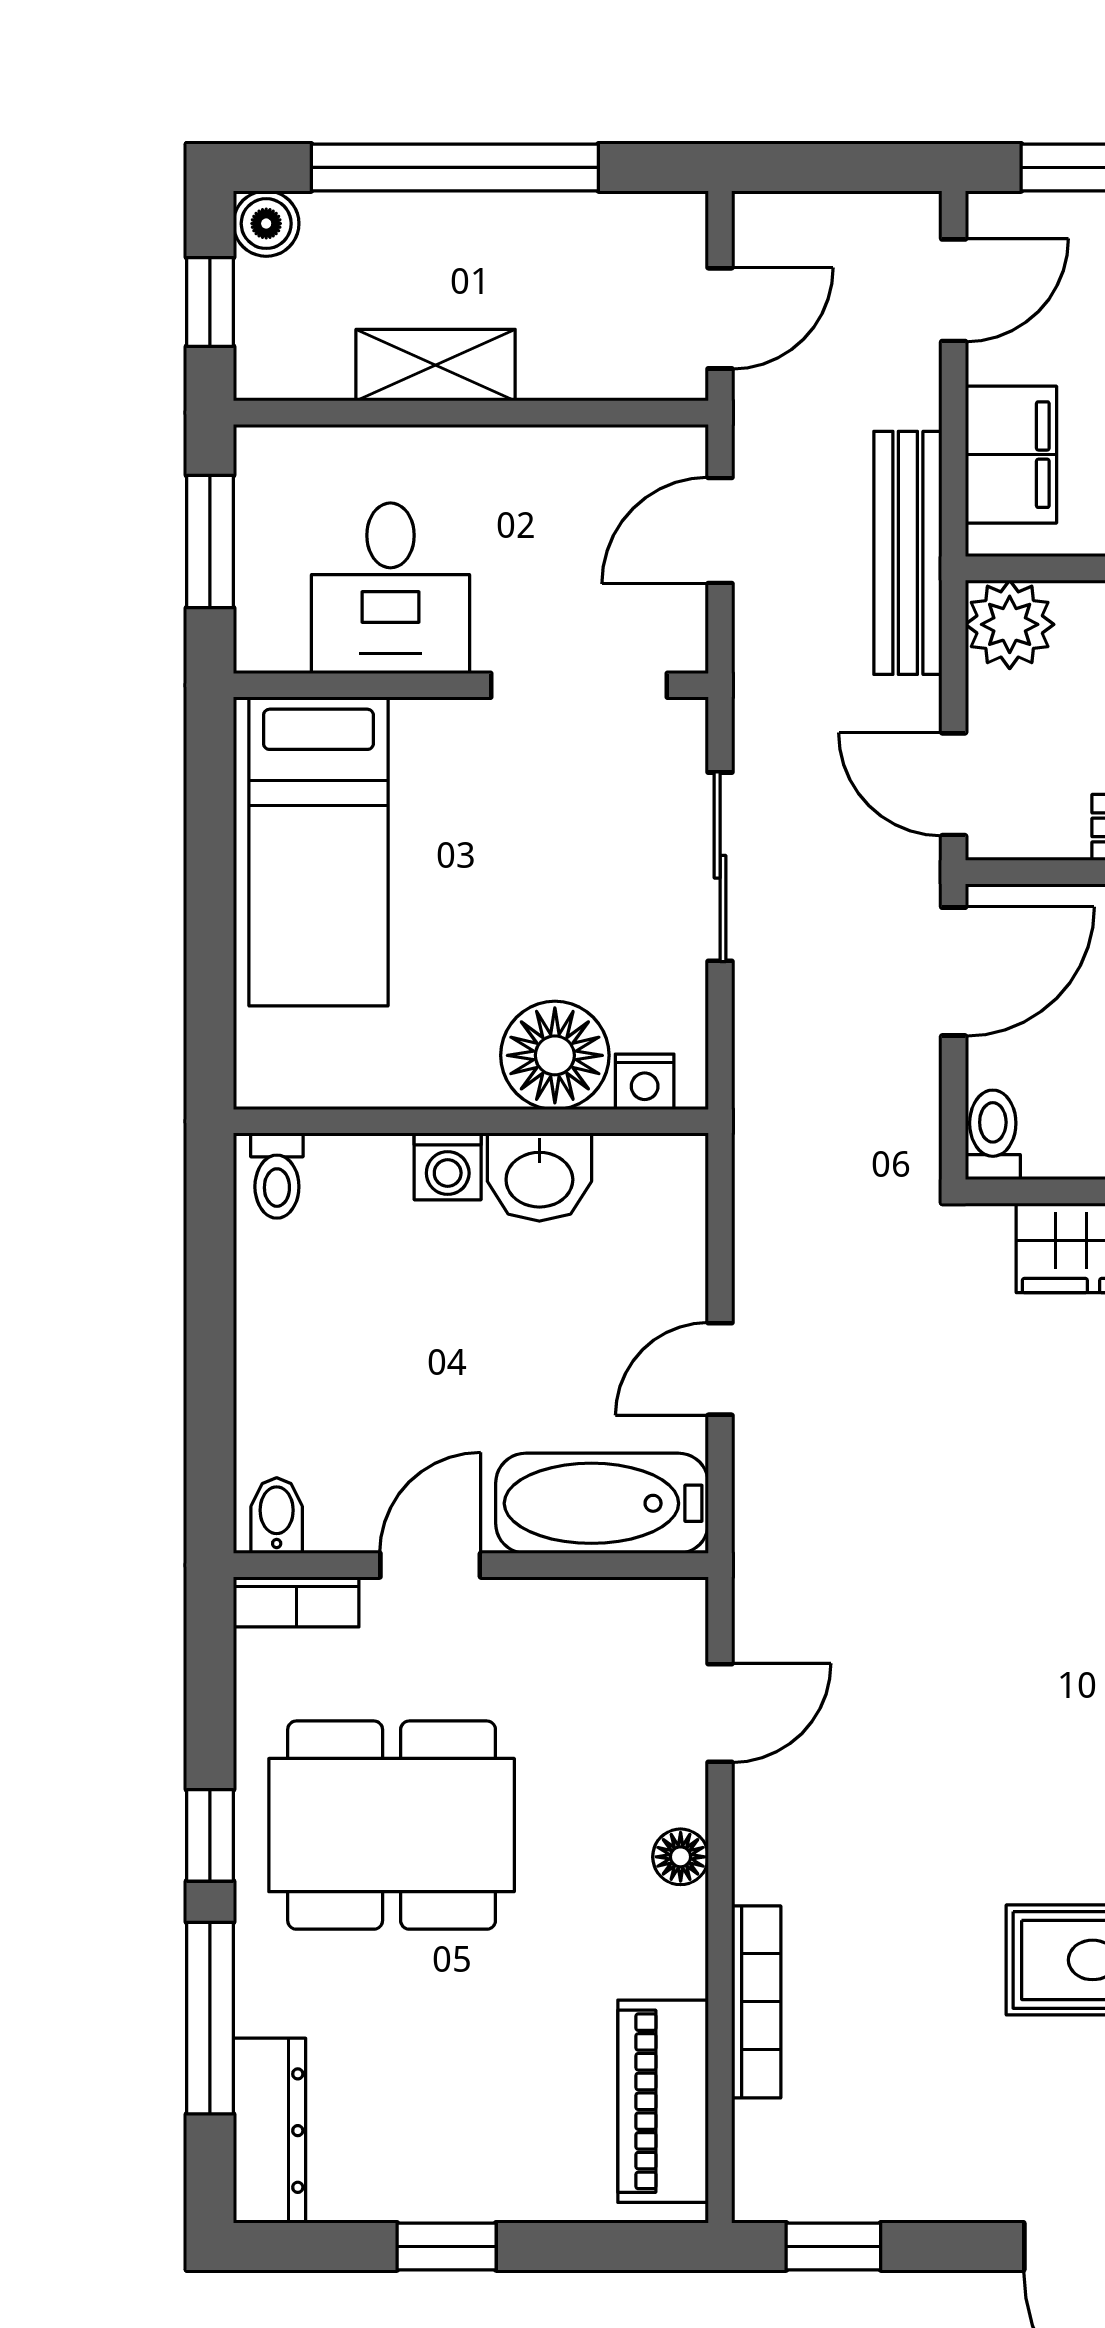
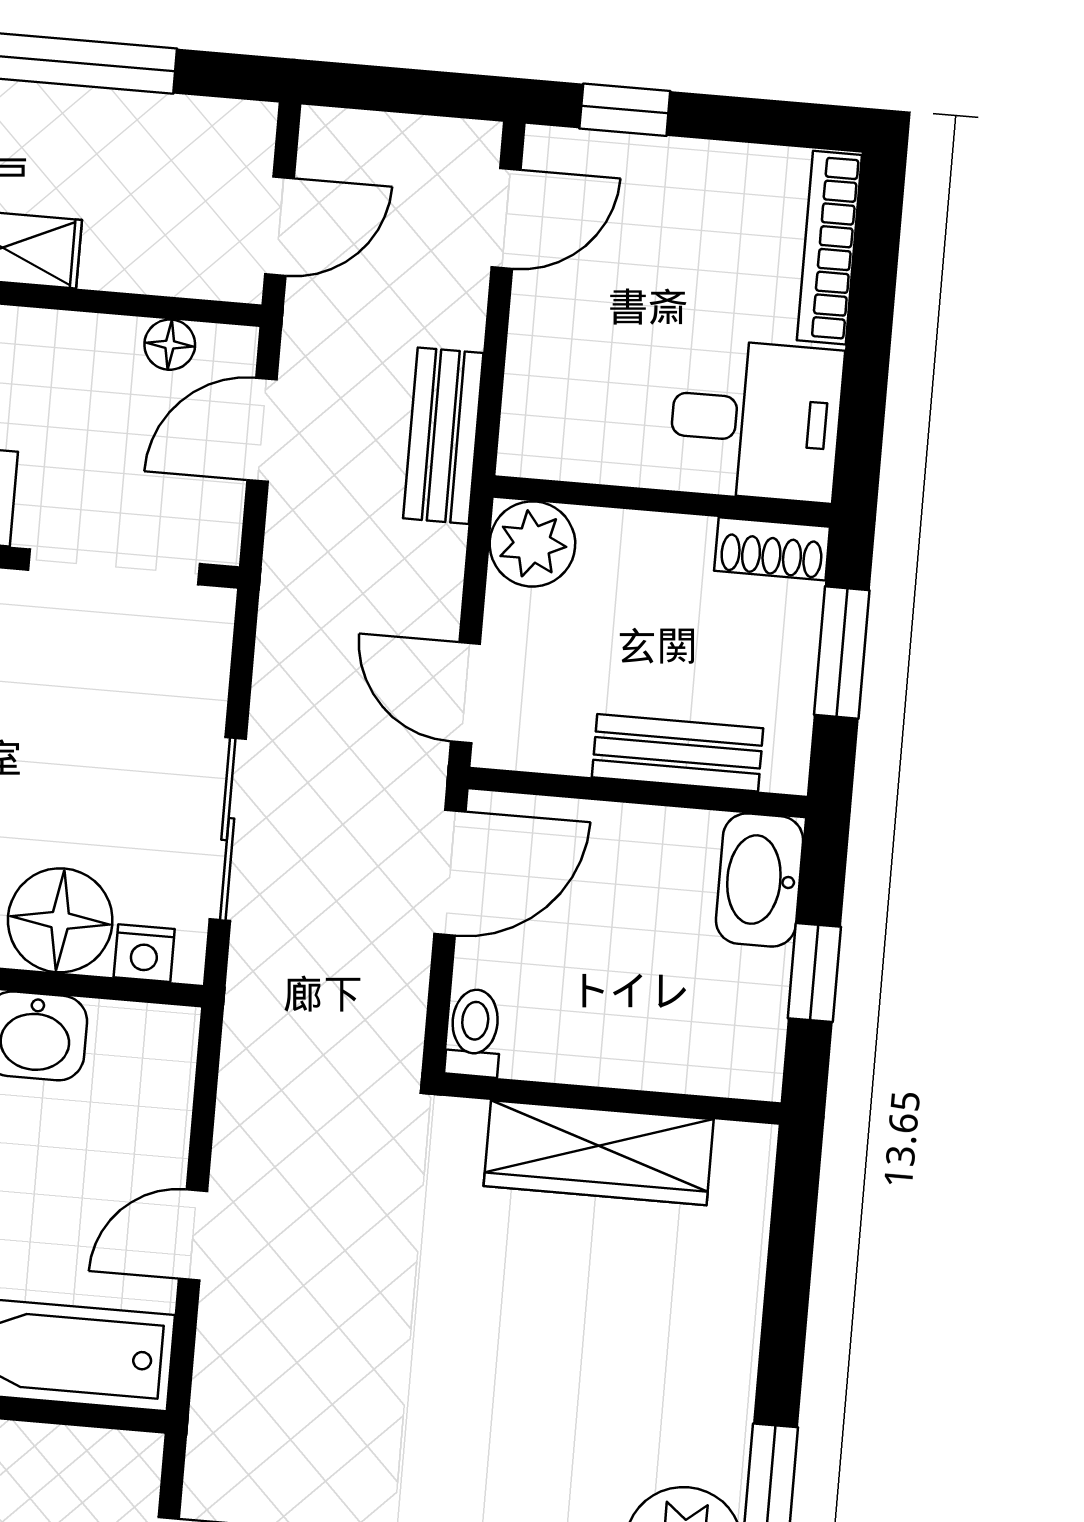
floor lamp: (617, 451) -> (170, 345), added
filing cabinet: (1011, 455) -> (548, 381), removed
bench: (908, 553) -> (443, 436), width x0.73
sliding door: (720, 867) -> (228, 829), moved

